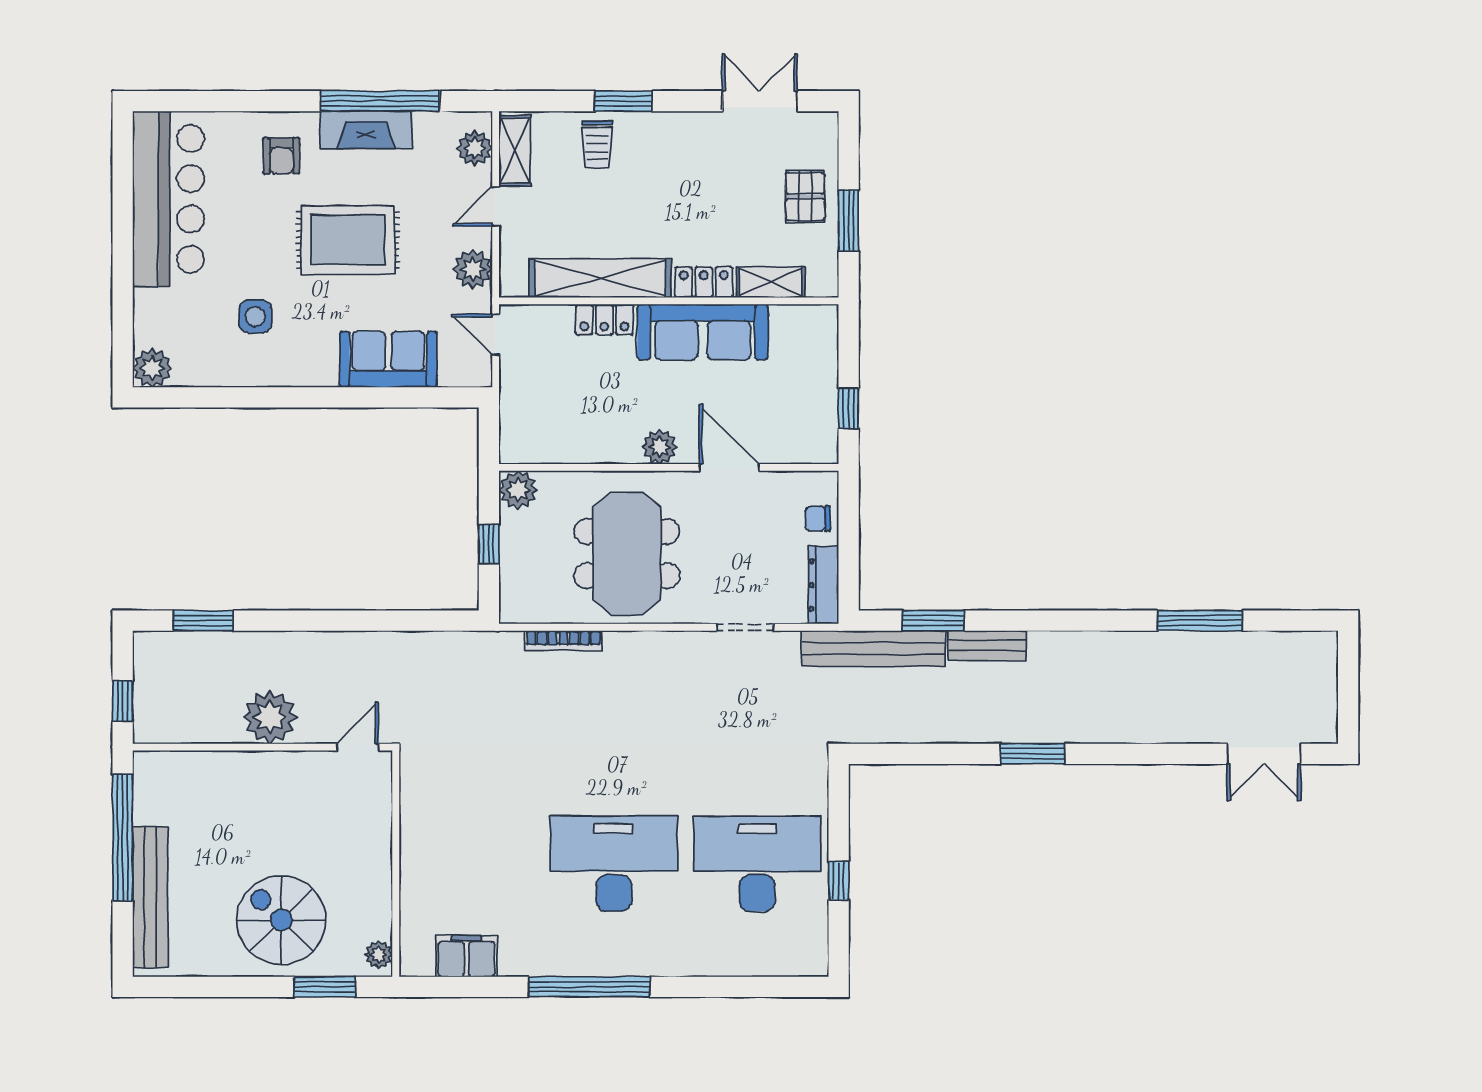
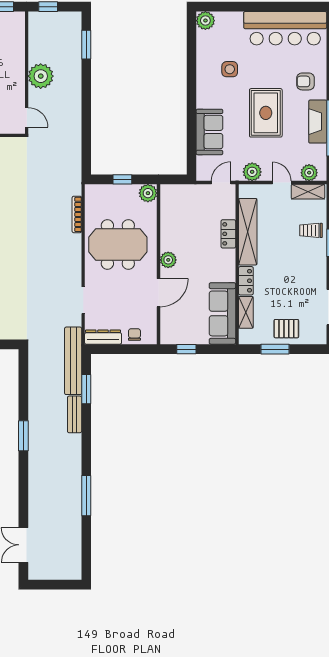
sofa: (703, 332) -> (222, 313), moved
window: (1200, 621) -> (86, 496), moved

